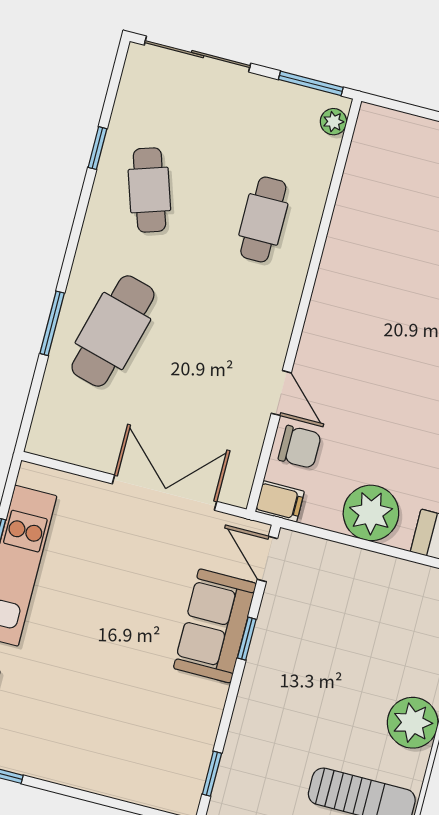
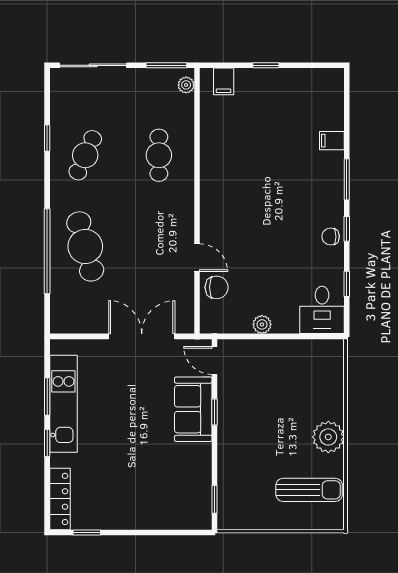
cafe table: (149, 190) -> (85, 155), turned 42
window: (52, 323) -> (47, 251), width x2.11
cafe table: (113, 331) -> (85, 246), turned -30
filing cabinet: (280, 501) -> (224, 81), moved, turned 90
plant: (371, 513) -> (262, 324), width x0.53, depth x0.53

